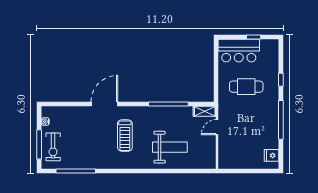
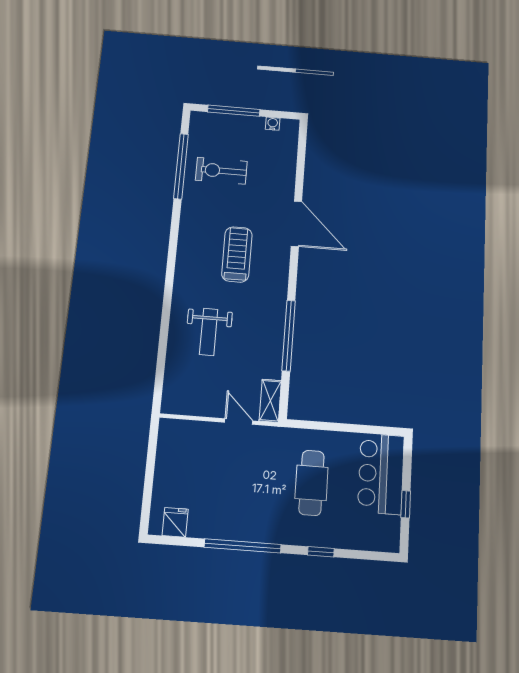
treadmill: (125, 136) -> (237, 254), turned 90
exercise bike: (53, 147) -> (221, 171), moved
weight bench: (170, 147) -> (209, 332), width x0.73, depth x0.75

